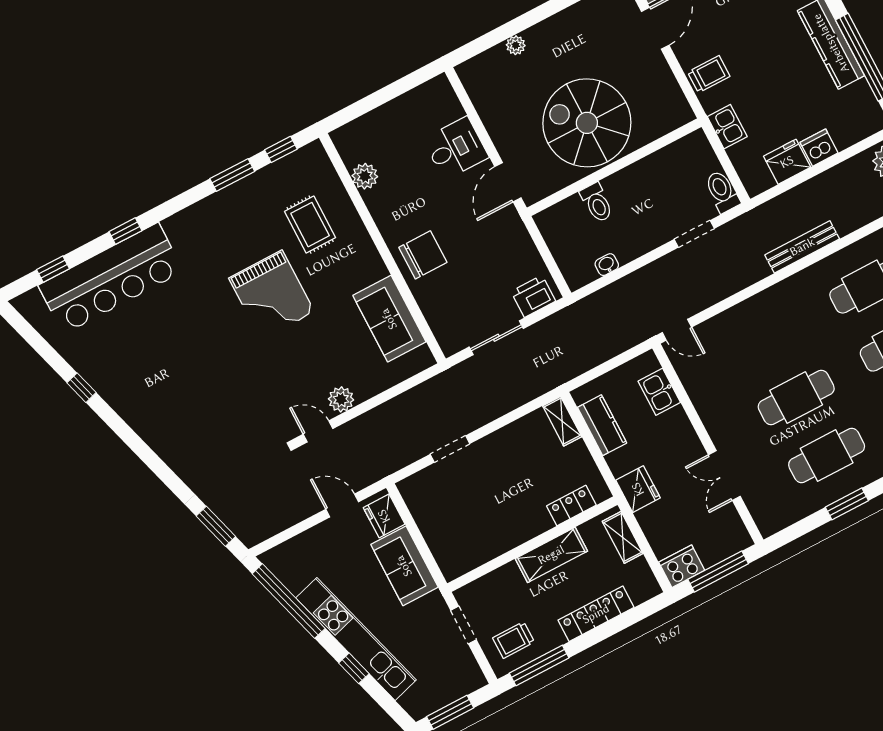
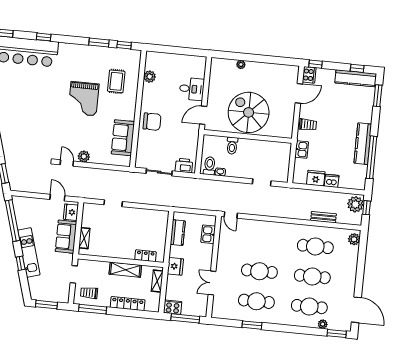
toilet: (722, 192) -> (210, 166), moved
bench: (802, 247) -> (323, 217), moved, width x0.73
shelving: (562, 421) -> (84, 238), moved
kitchen unit: (356, 639) -> (29, 252), width x0.73

